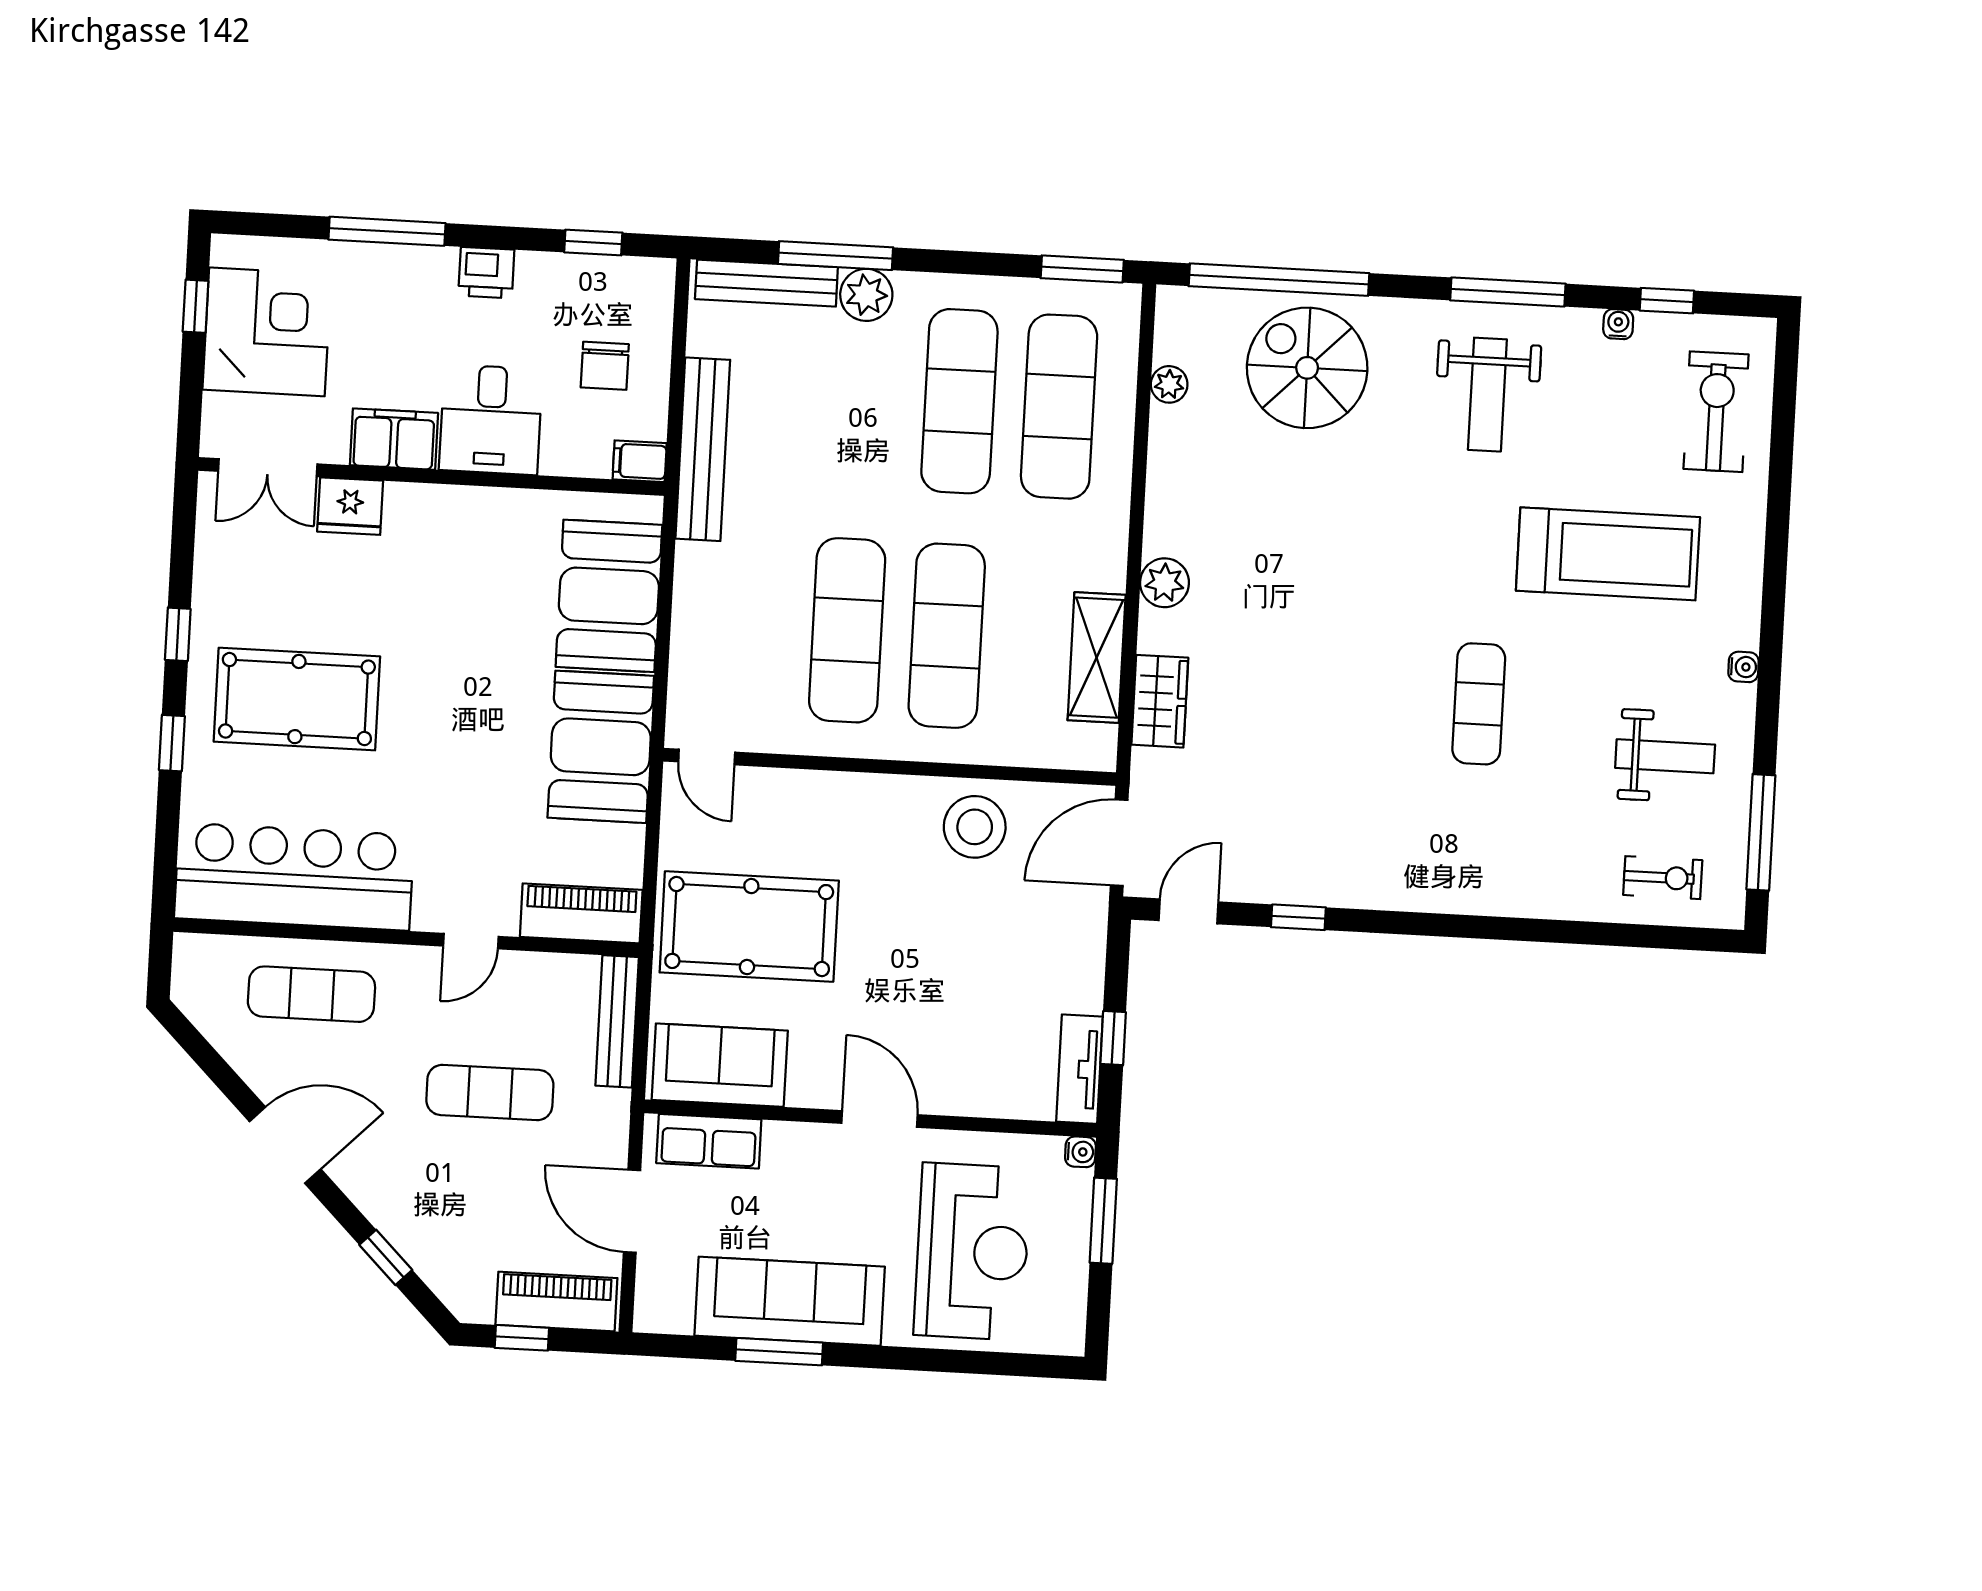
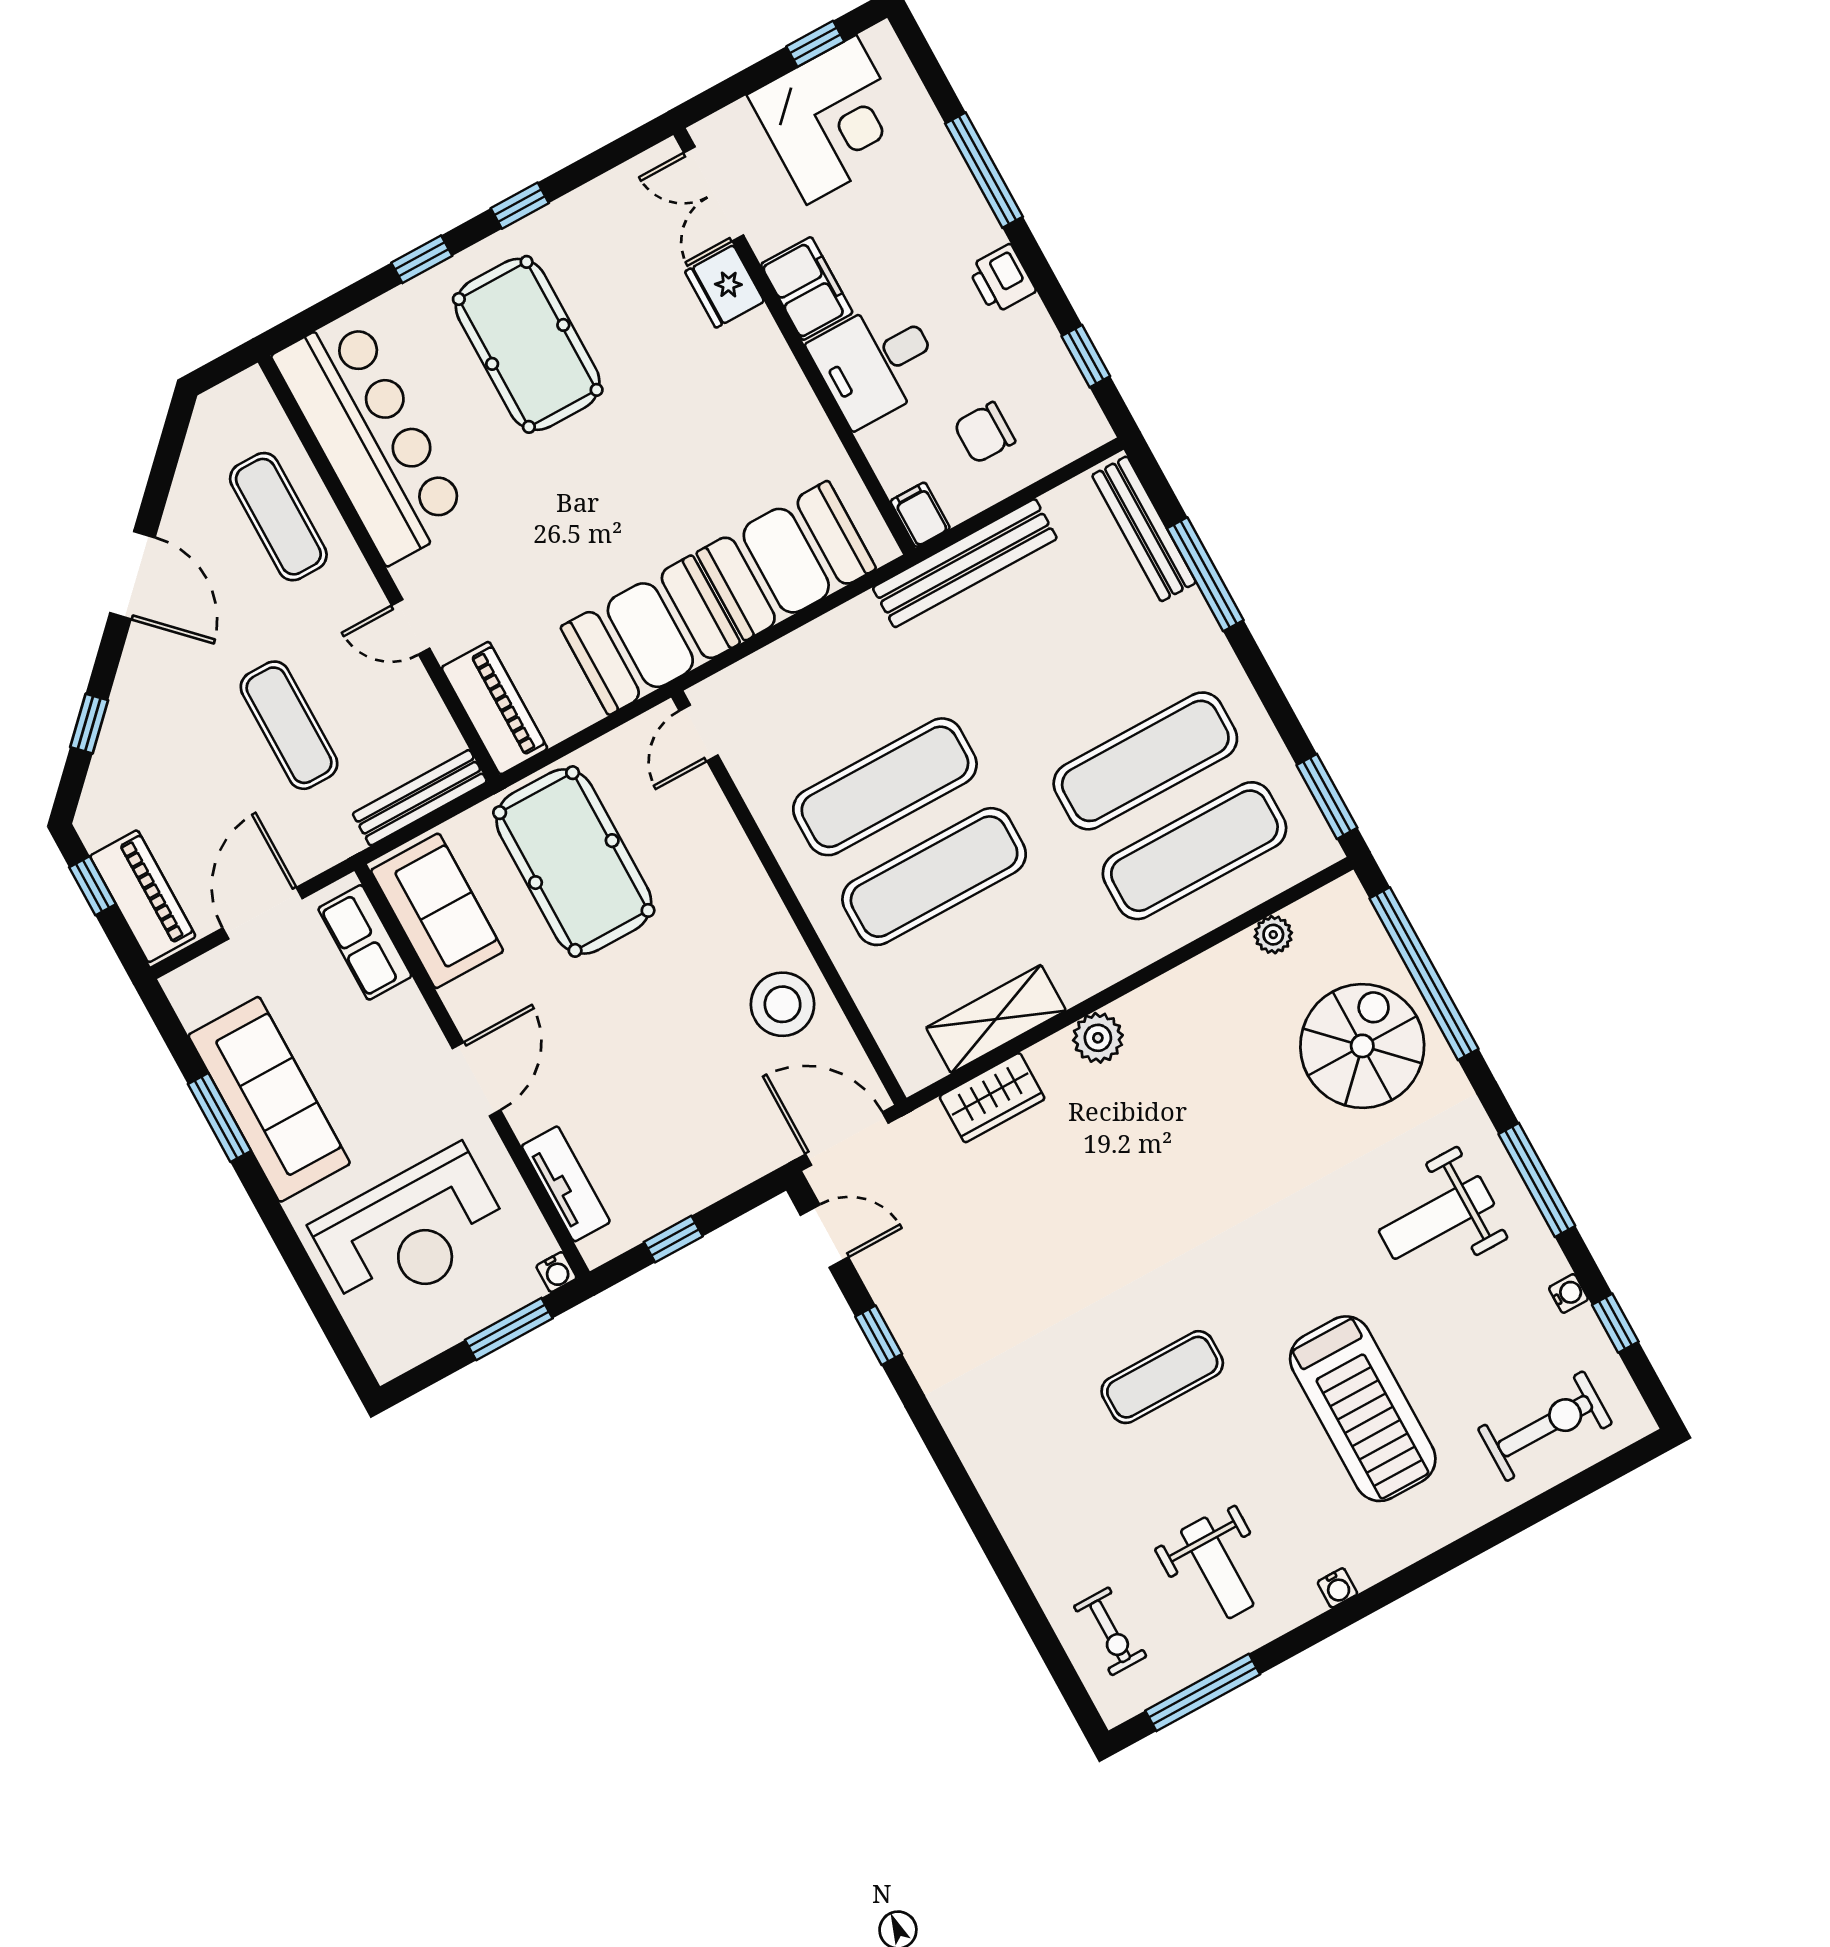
plant: (866, 295) -> (1188, 622), removed
tv unit: (1079, 1069) -> (566, 1184), moved, turned 90

